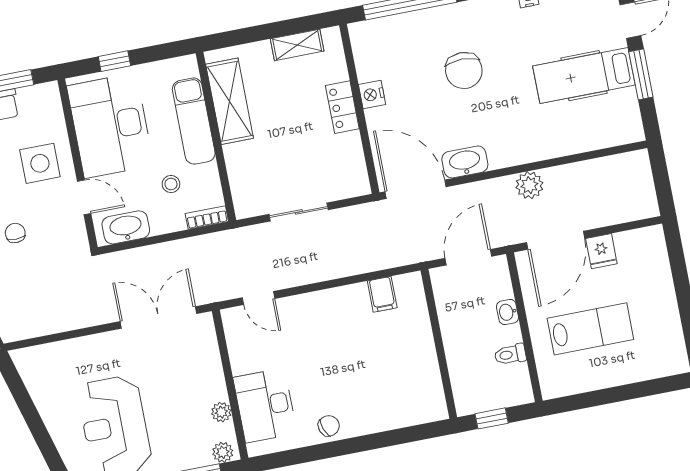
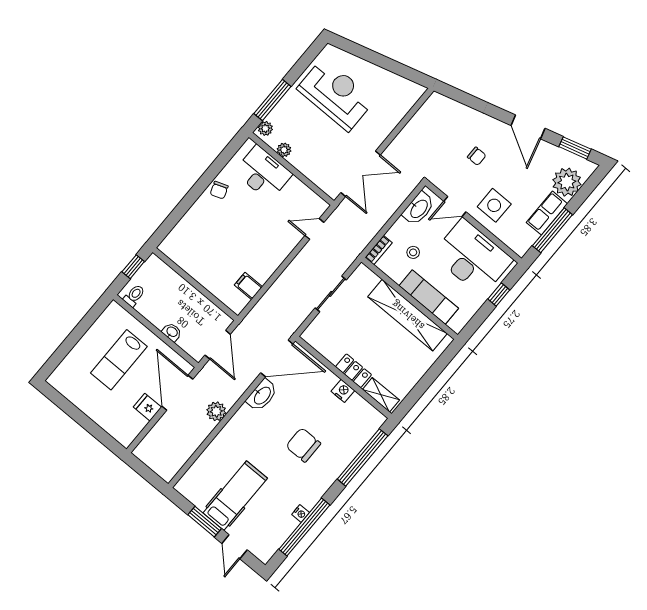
shelving: (297, 45) -> (381, 395), moved, turned 90
shelving: (230, 101) -> (408, 315), width x1.47
toilet: (510, 354) -> (134, 296), moved

